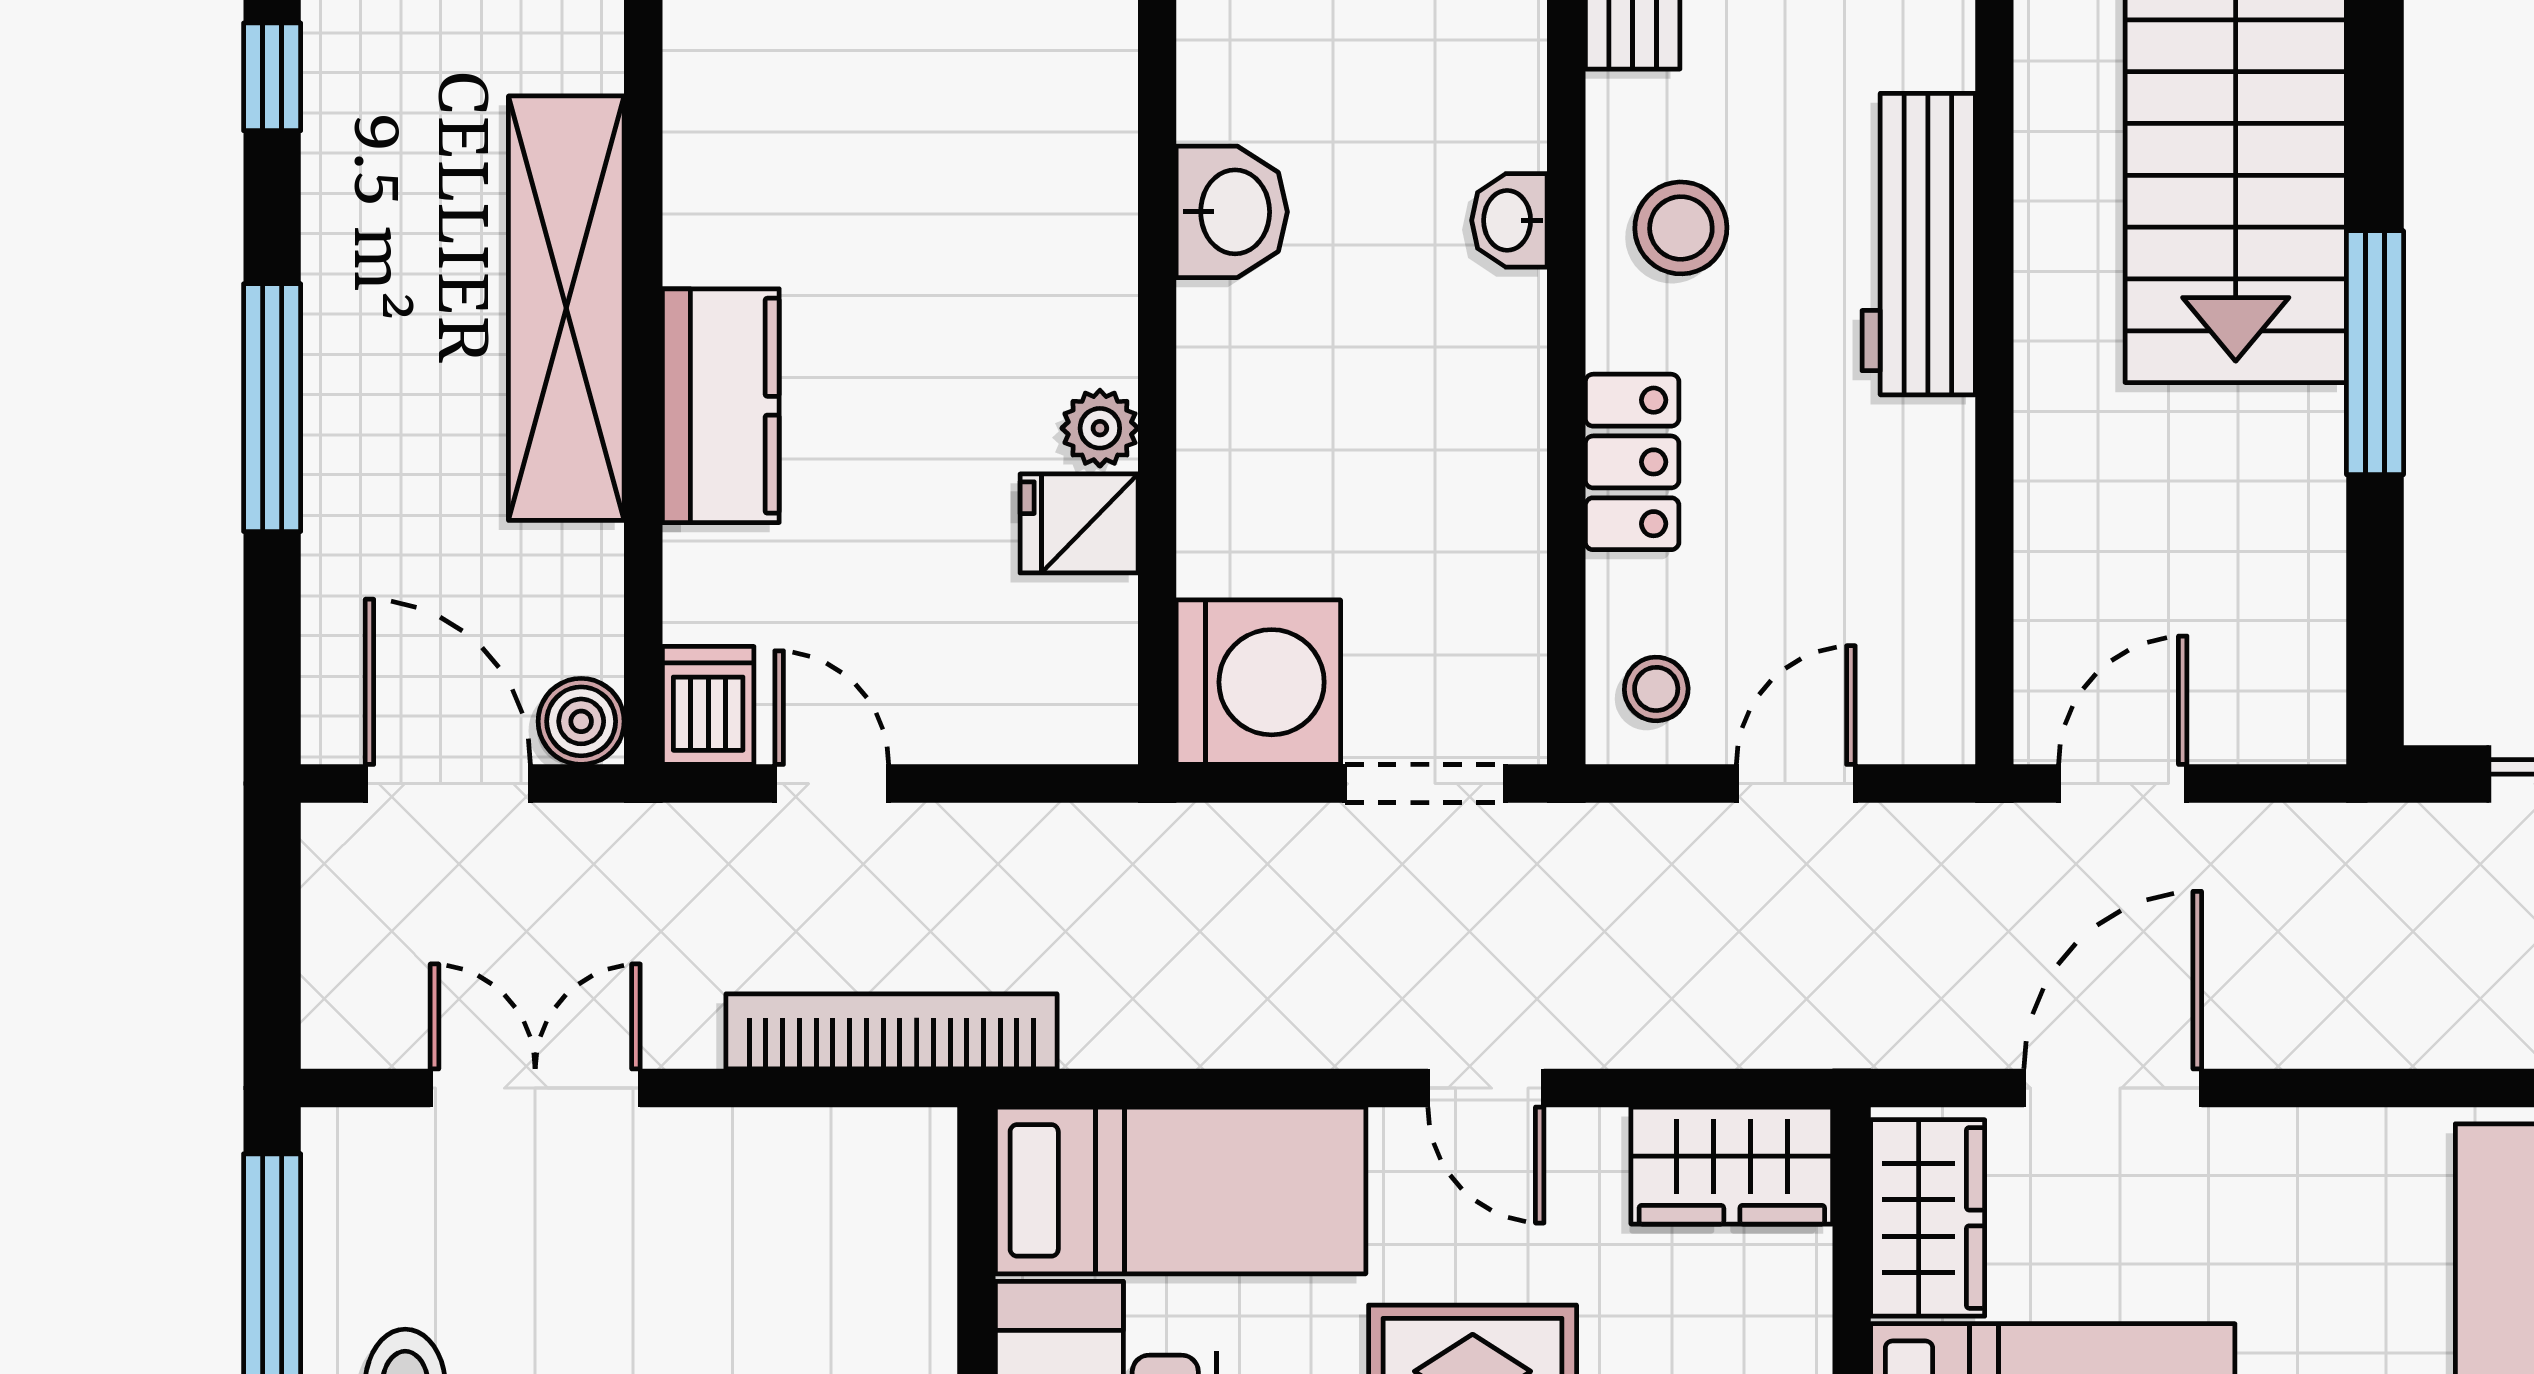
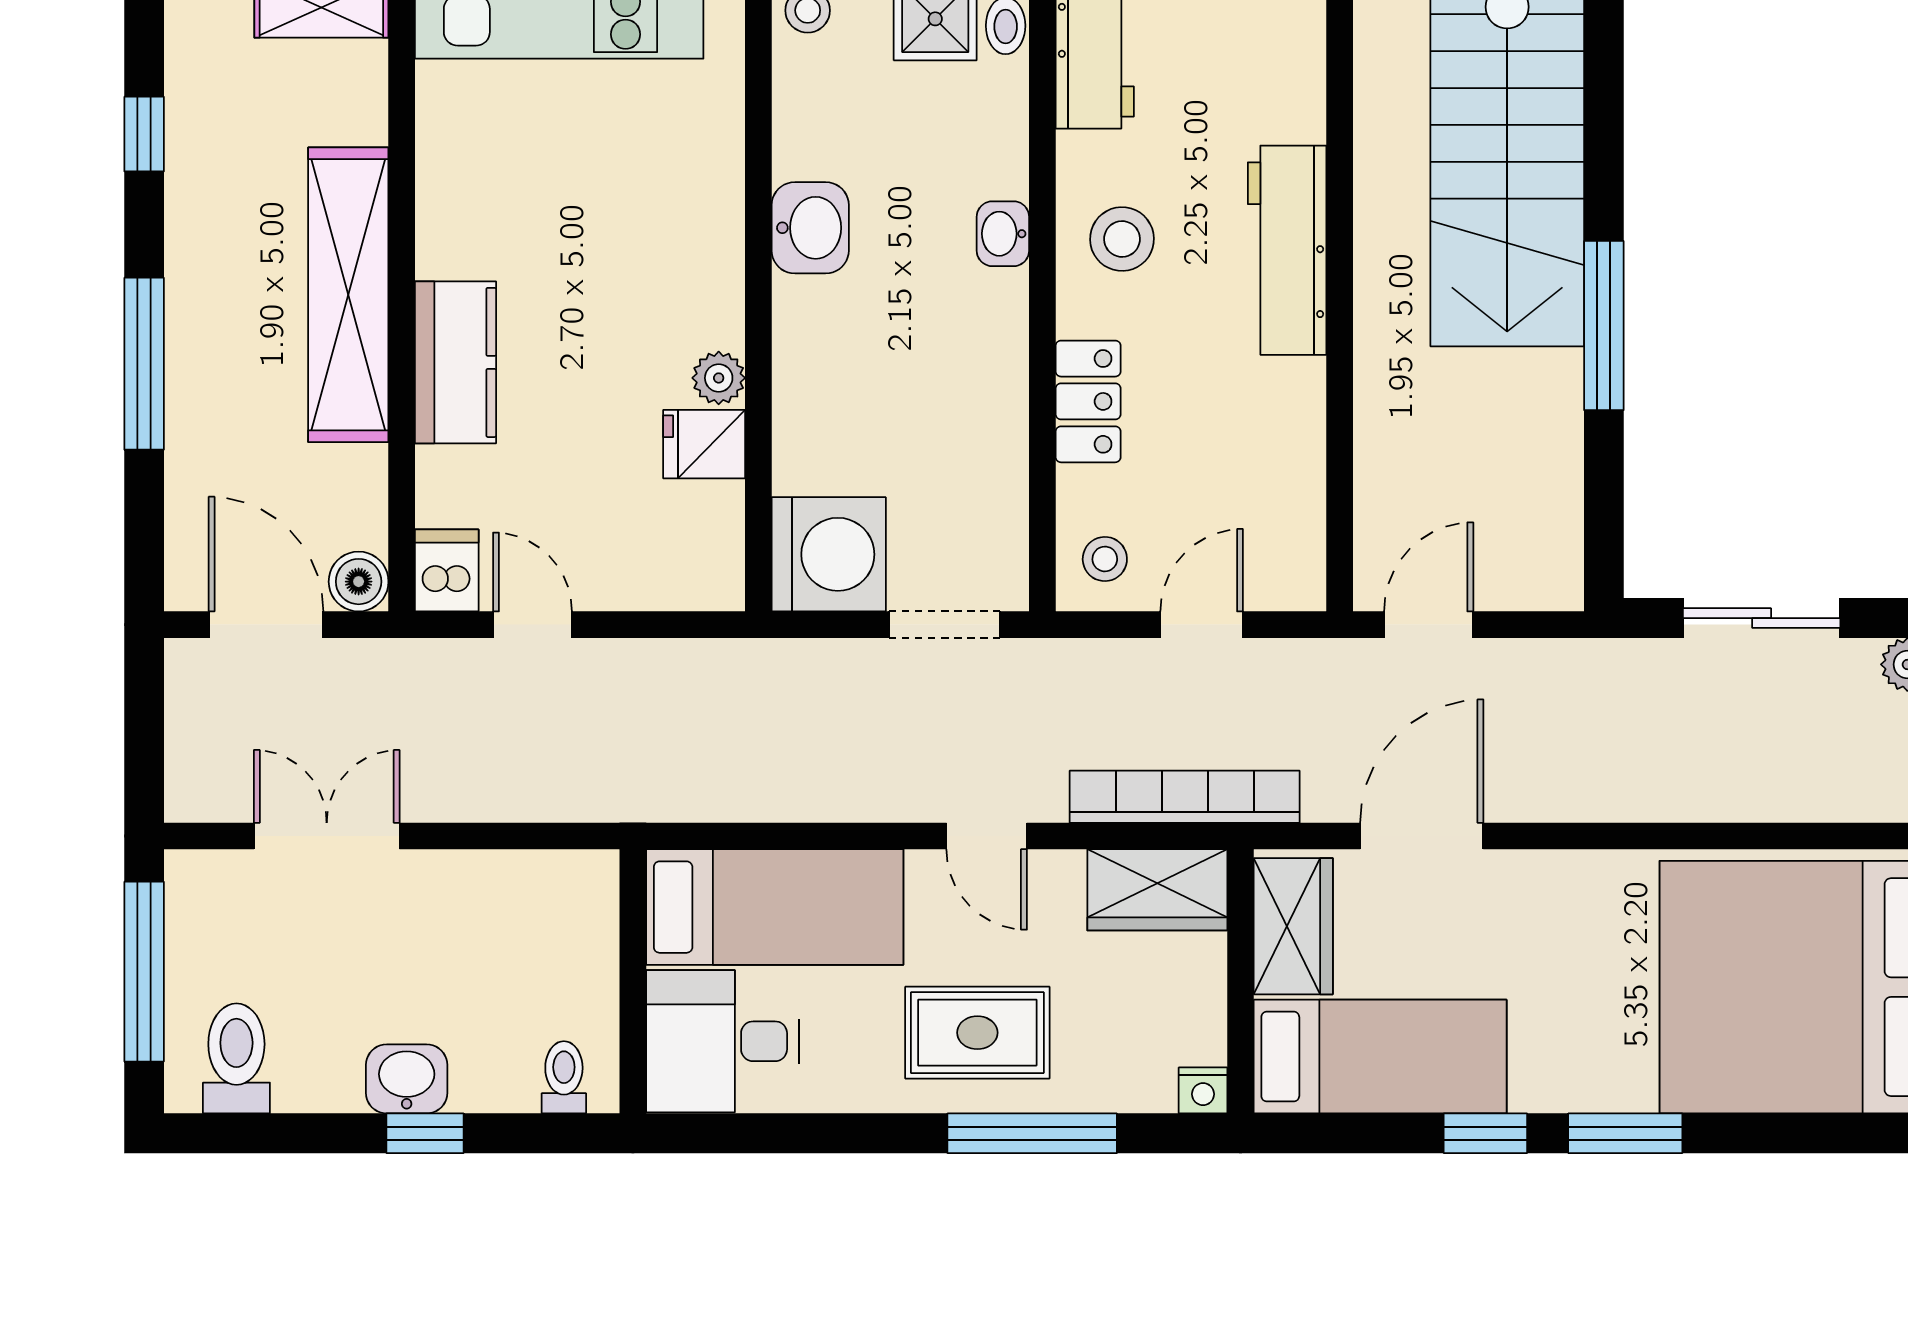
bookcase: (891, 1031) -> (1185, 797), moved

